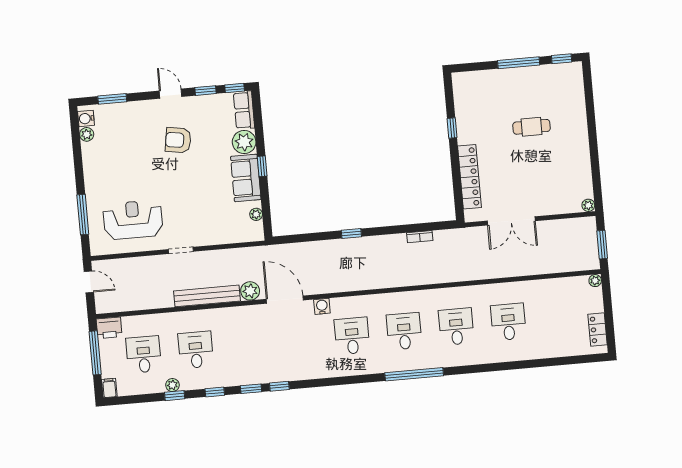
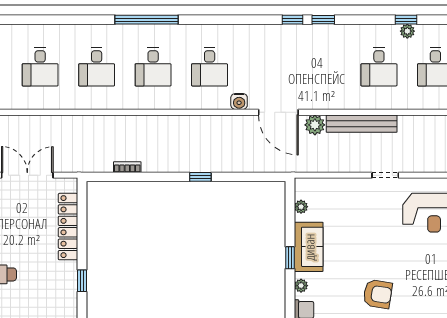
plant: (244, 142) -> (301, 286), width x0.53, depth x0.53
window: (215, 392) -> (362, 20), removed

